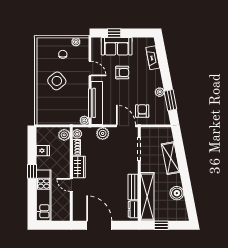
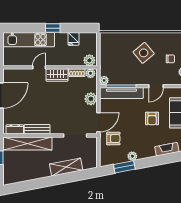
boiler: (177, 193) -> (31, 173), removed

